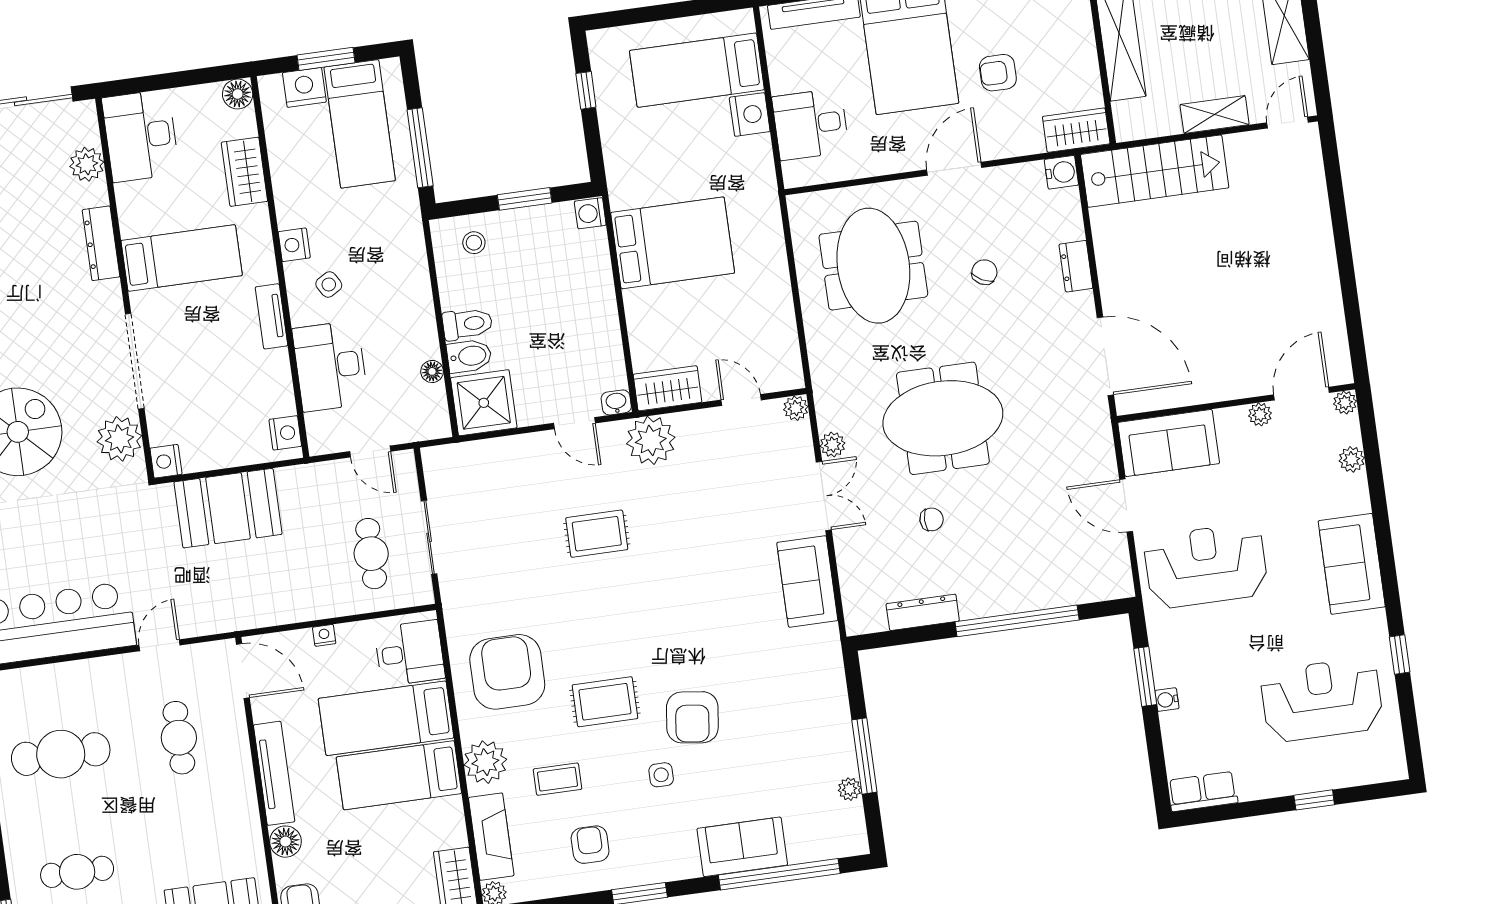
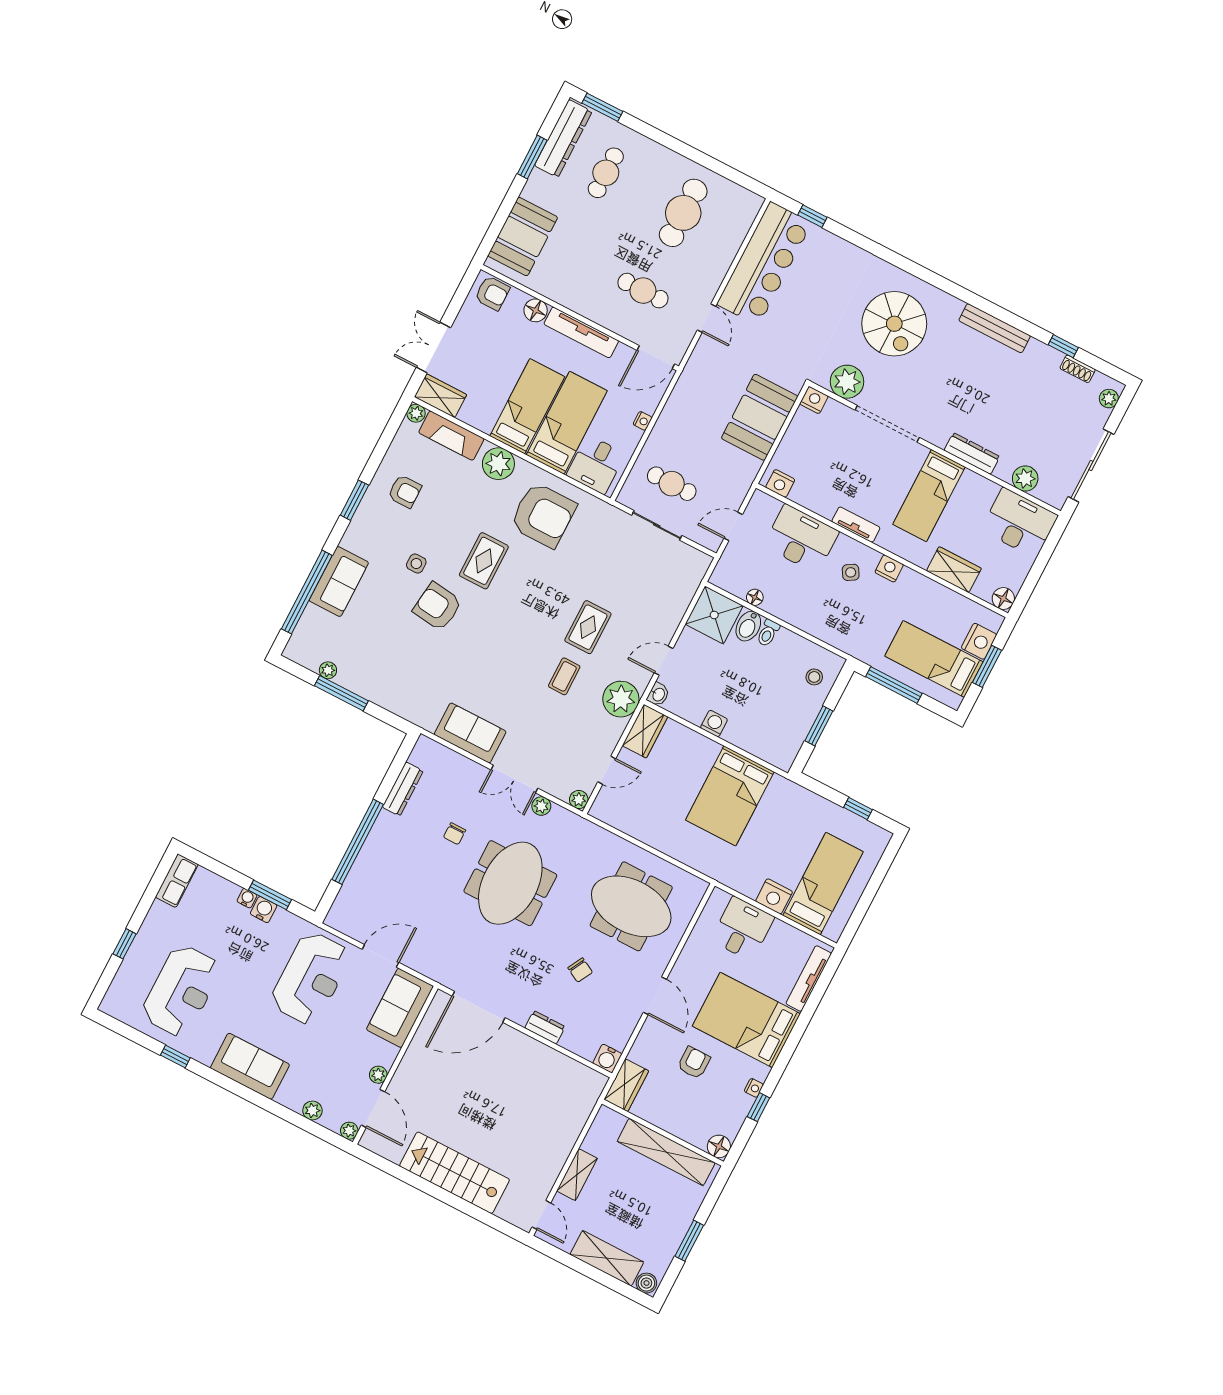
stairs: (1155, 171) -> (455, 1173), moved, turned 90
washing machine: (590, 213) -> (714, 724), moved
toilet: (467, 324) -> (768, 633), width x0.73, depth x0.72
water cooler: (1167, 672) -> (264, 910), added
coffee table: (557, 779) -> (564, 676), moved

